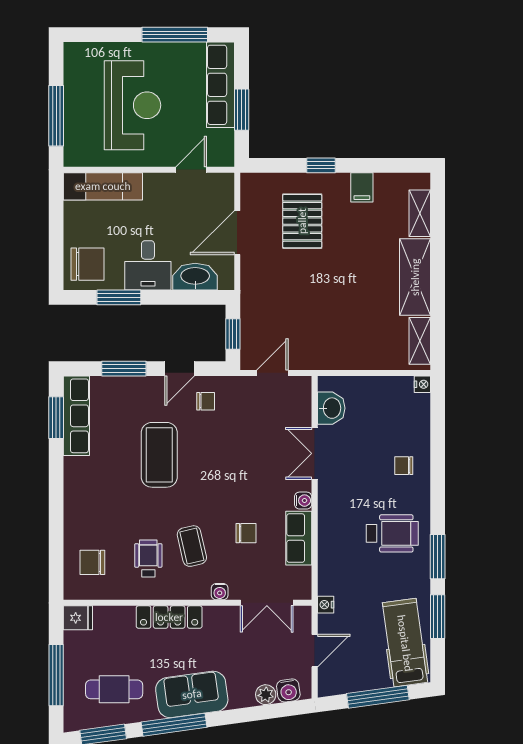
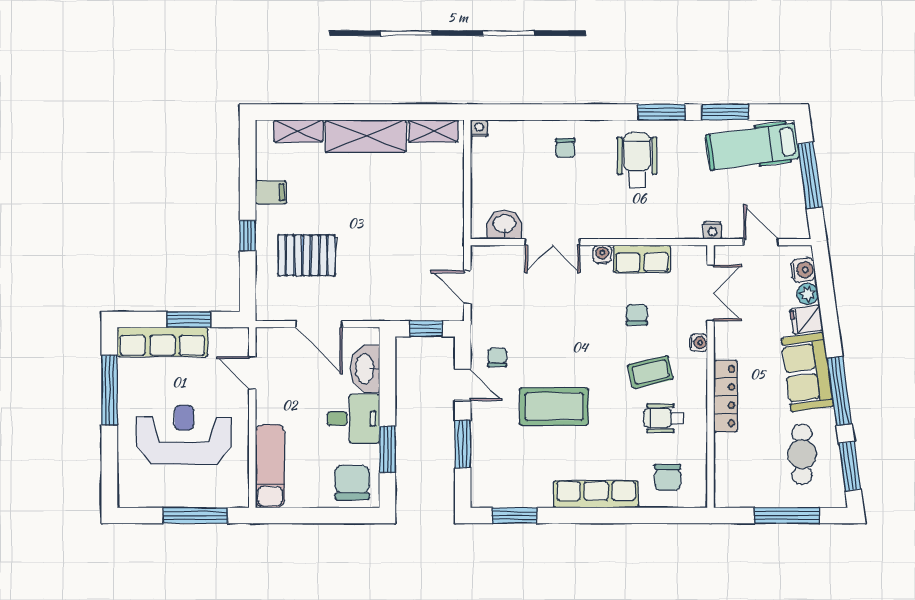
row of seats: (76, 416) -> (596, 494), moved
fridge: (78, 618) -> (806, 320), moved, turned -98

